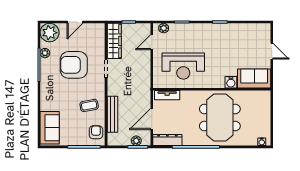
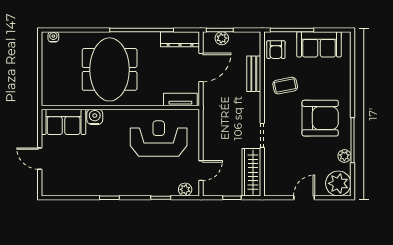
armchair: (74, 65) -> (320, 118), moved
bench: (112, 114) -> (254, 74), width x0.73
sofa: (50, 128) -> (319, 44), moved, turned -90

